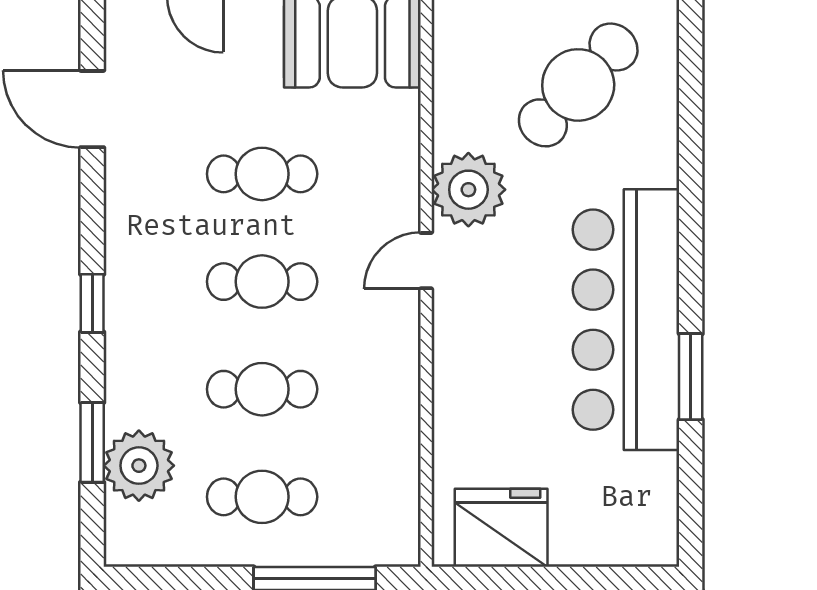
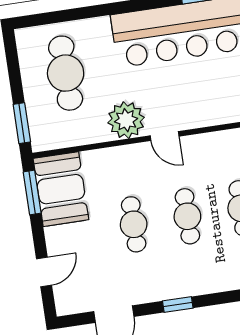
cafe table: (578, 85) -> (66, 73), turned 46
window: (92, 303) -> (178, 305), moved

